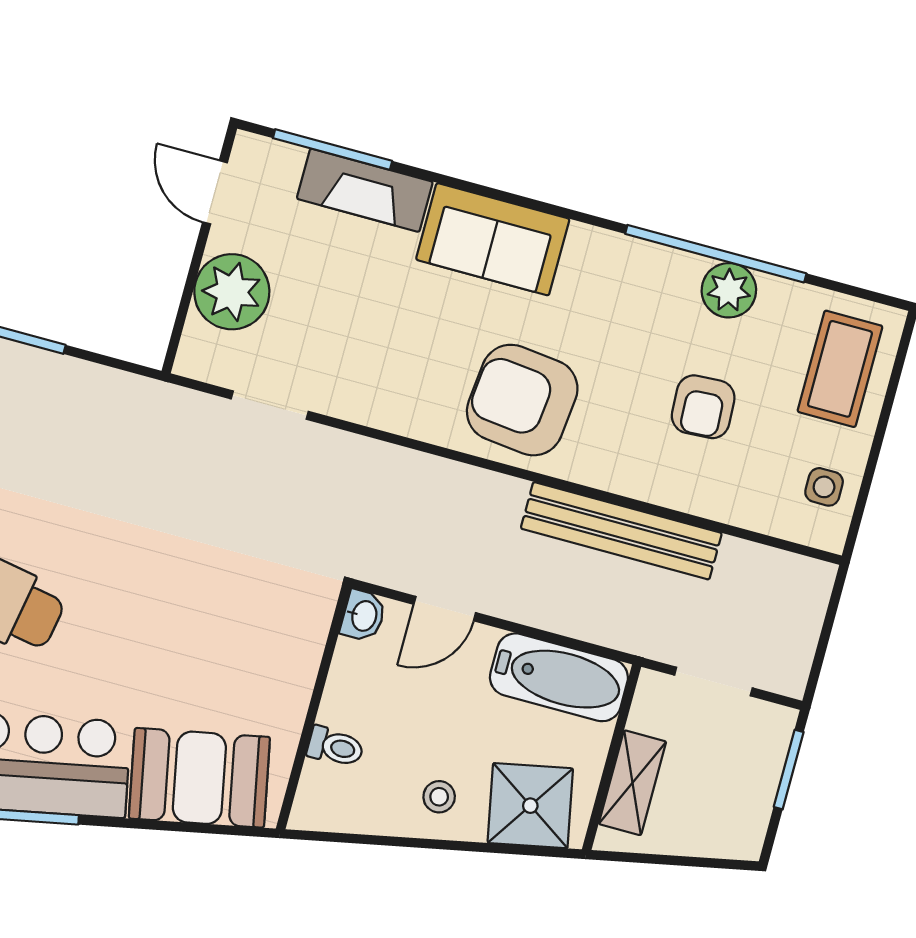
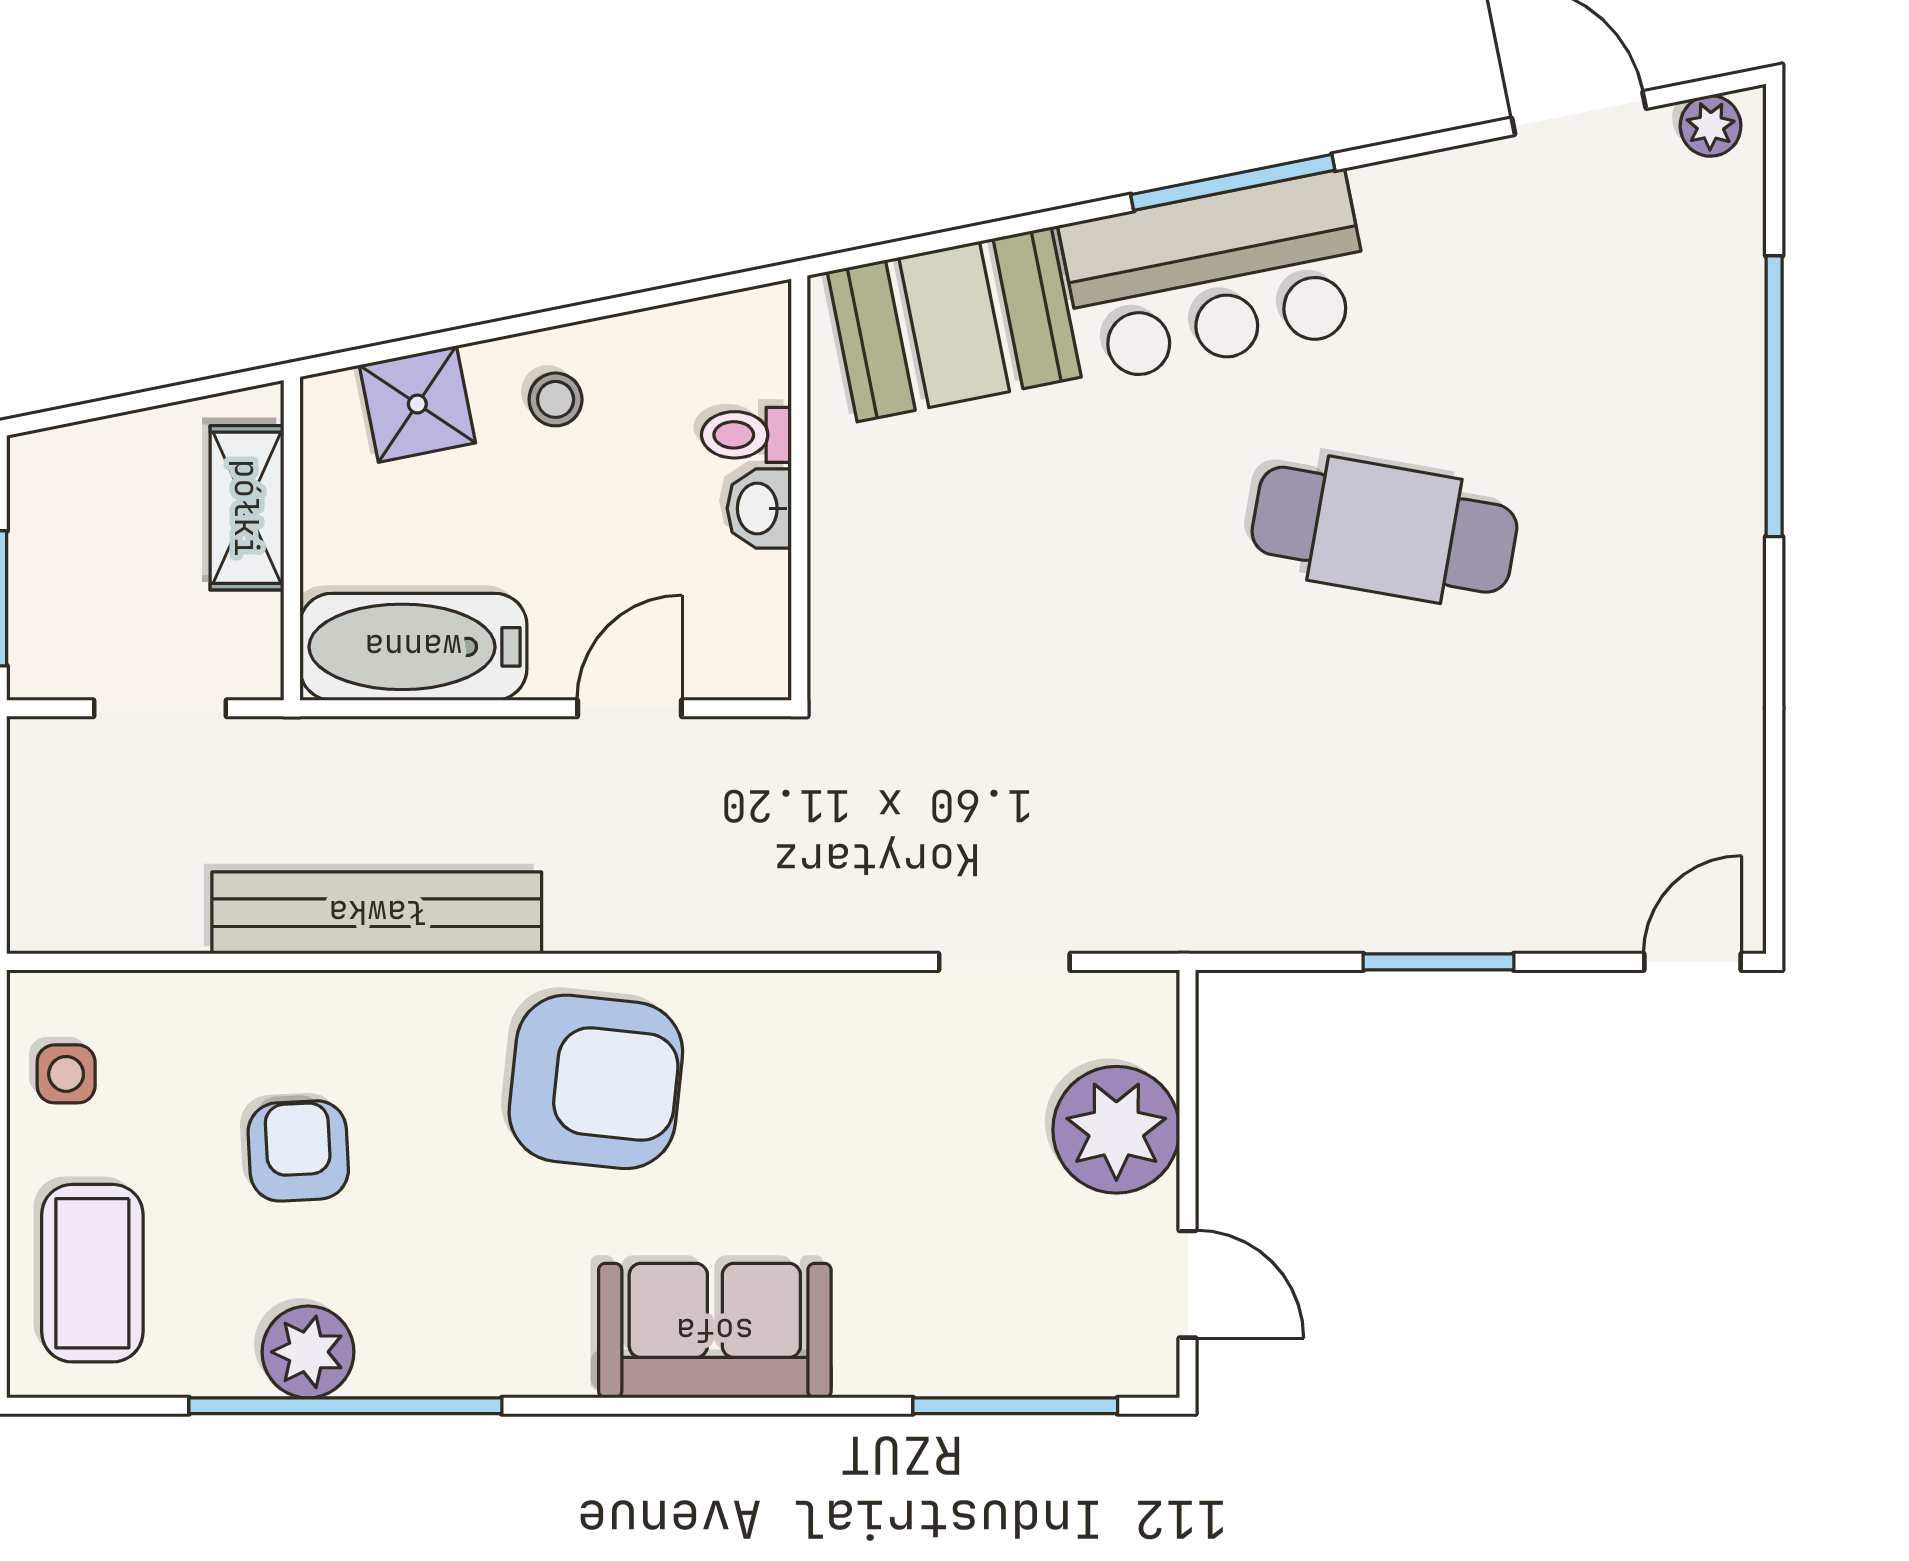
fireplace: (365, 190) -> (945, 1354), removed
washbasin: (363, 616) -> (759, 508), moved
shower: (530, 806) -> (417, 404), width x0.73, depth x0.73

